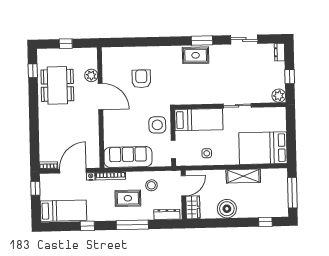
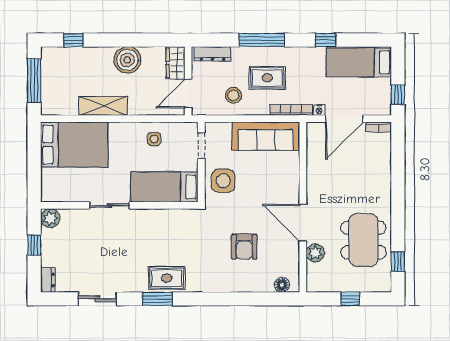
floor lamp: (114, 52) -> (282, 285), added

